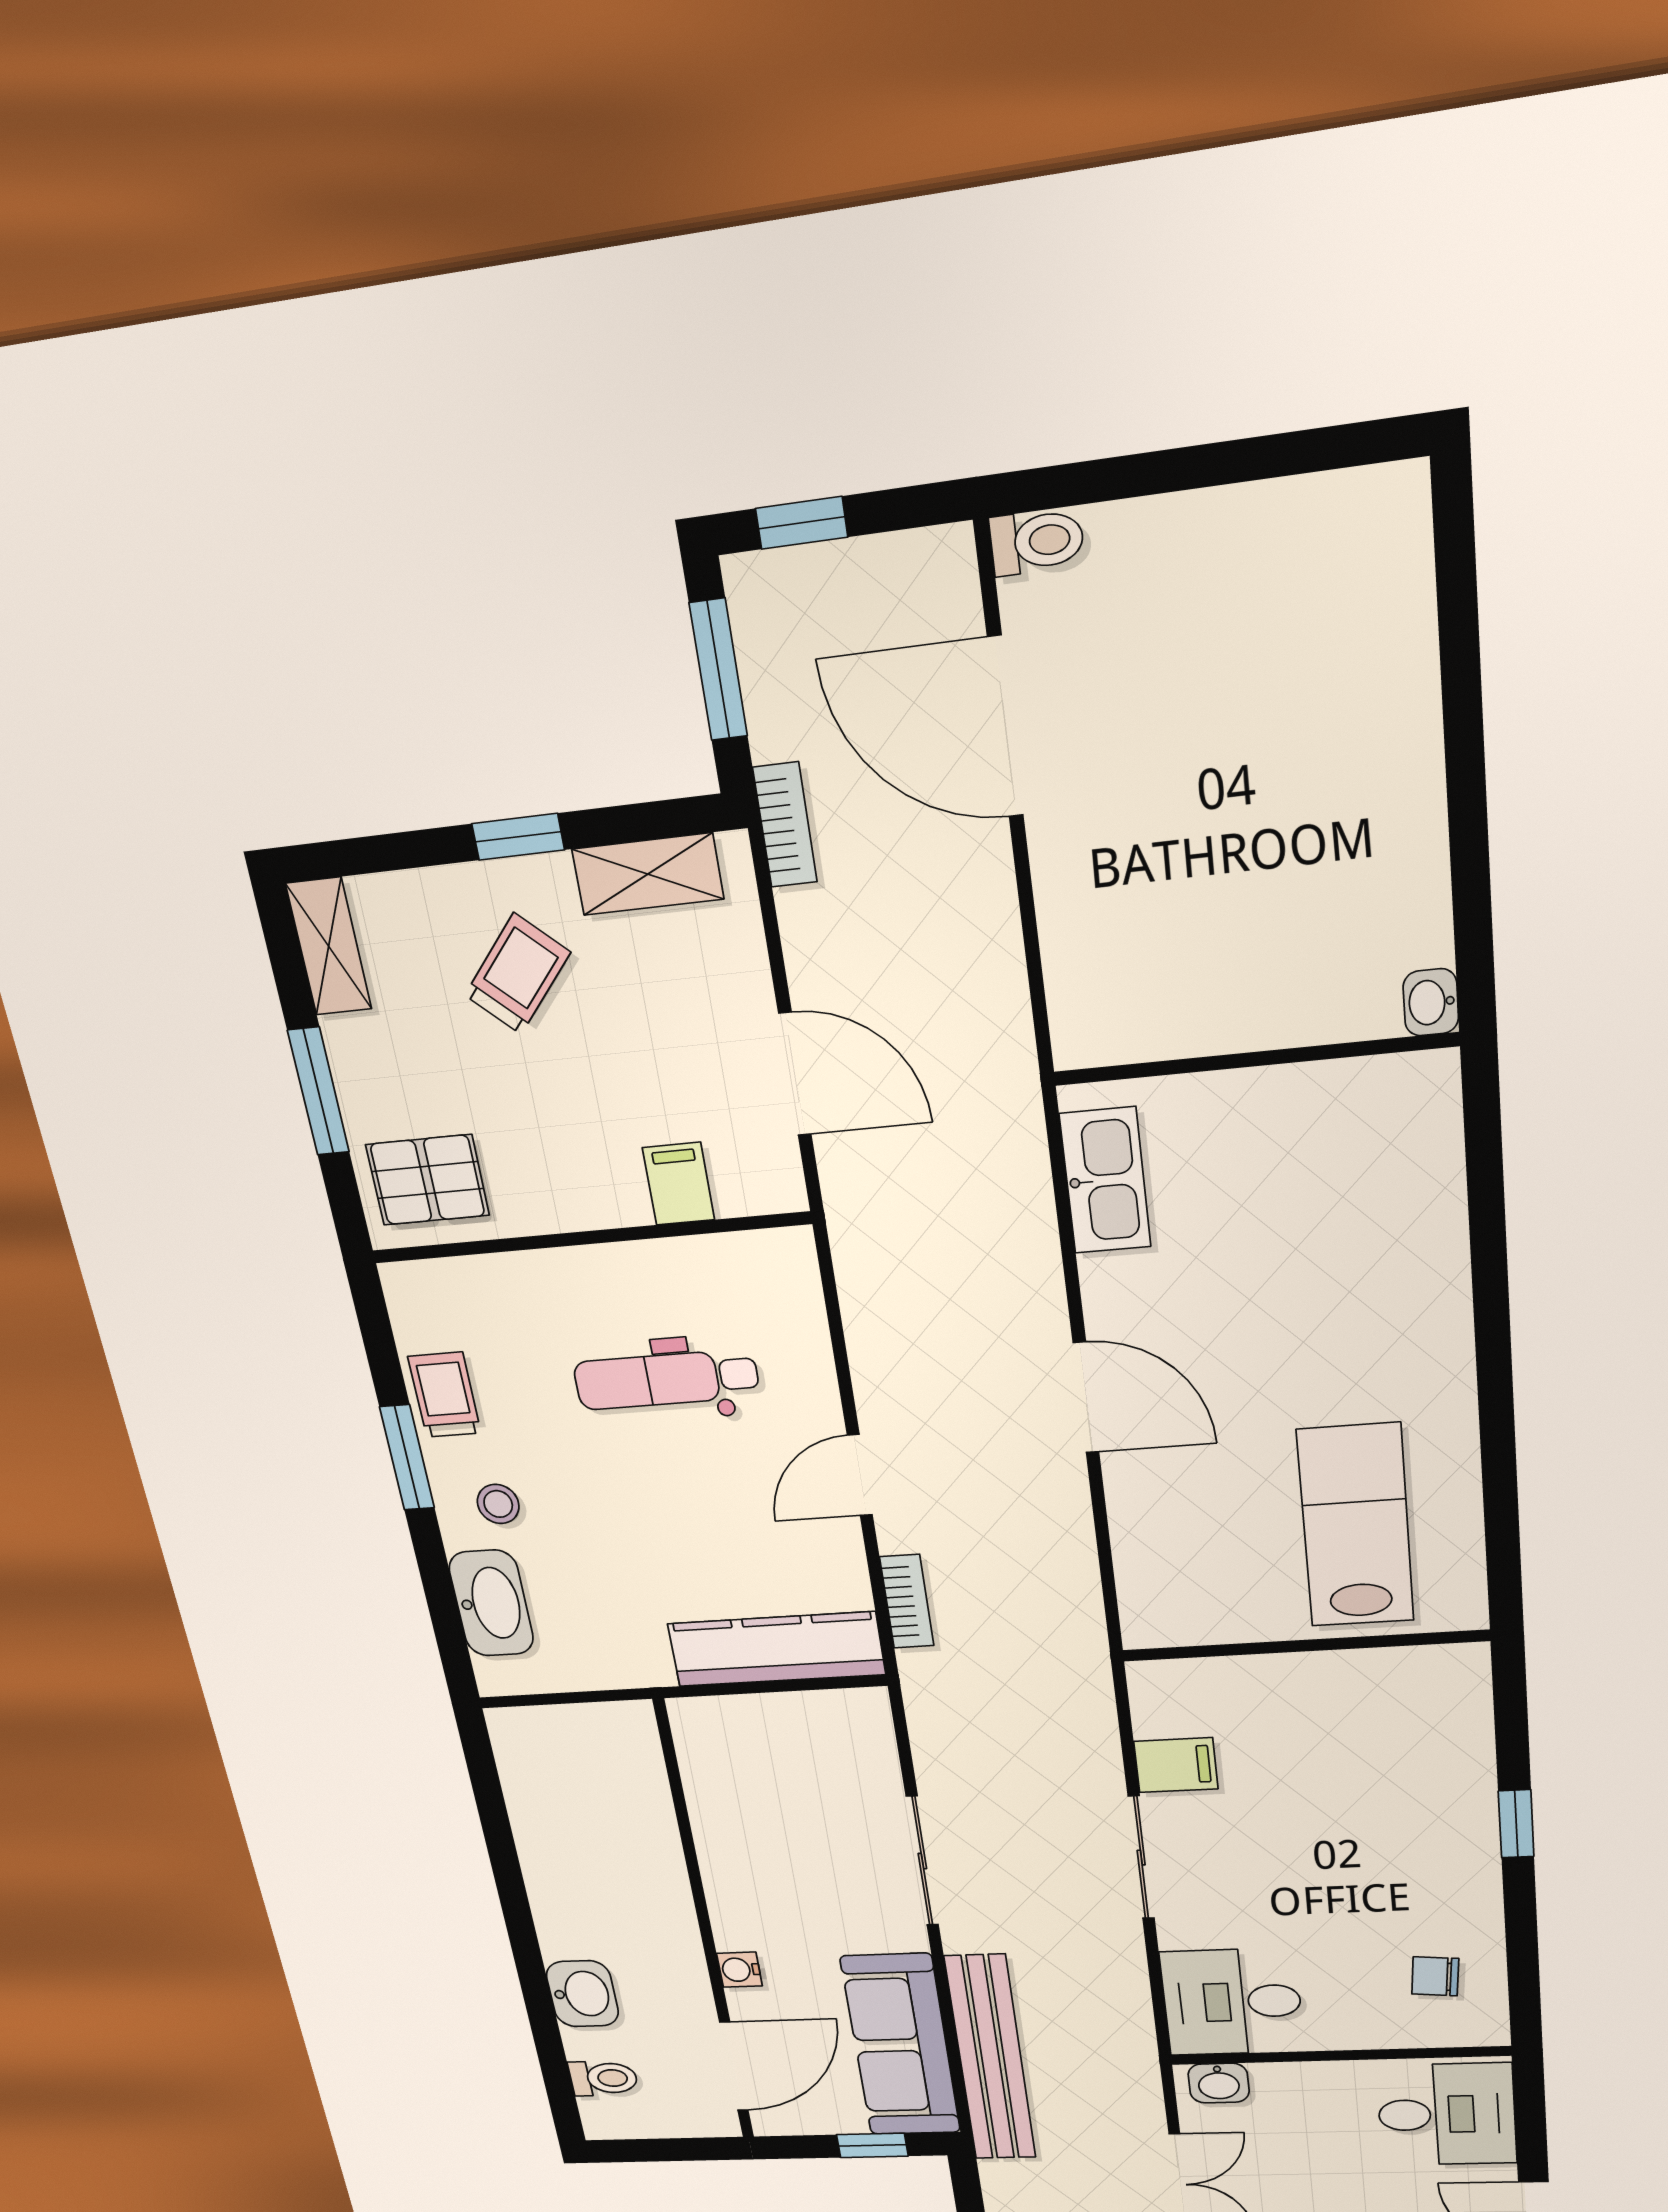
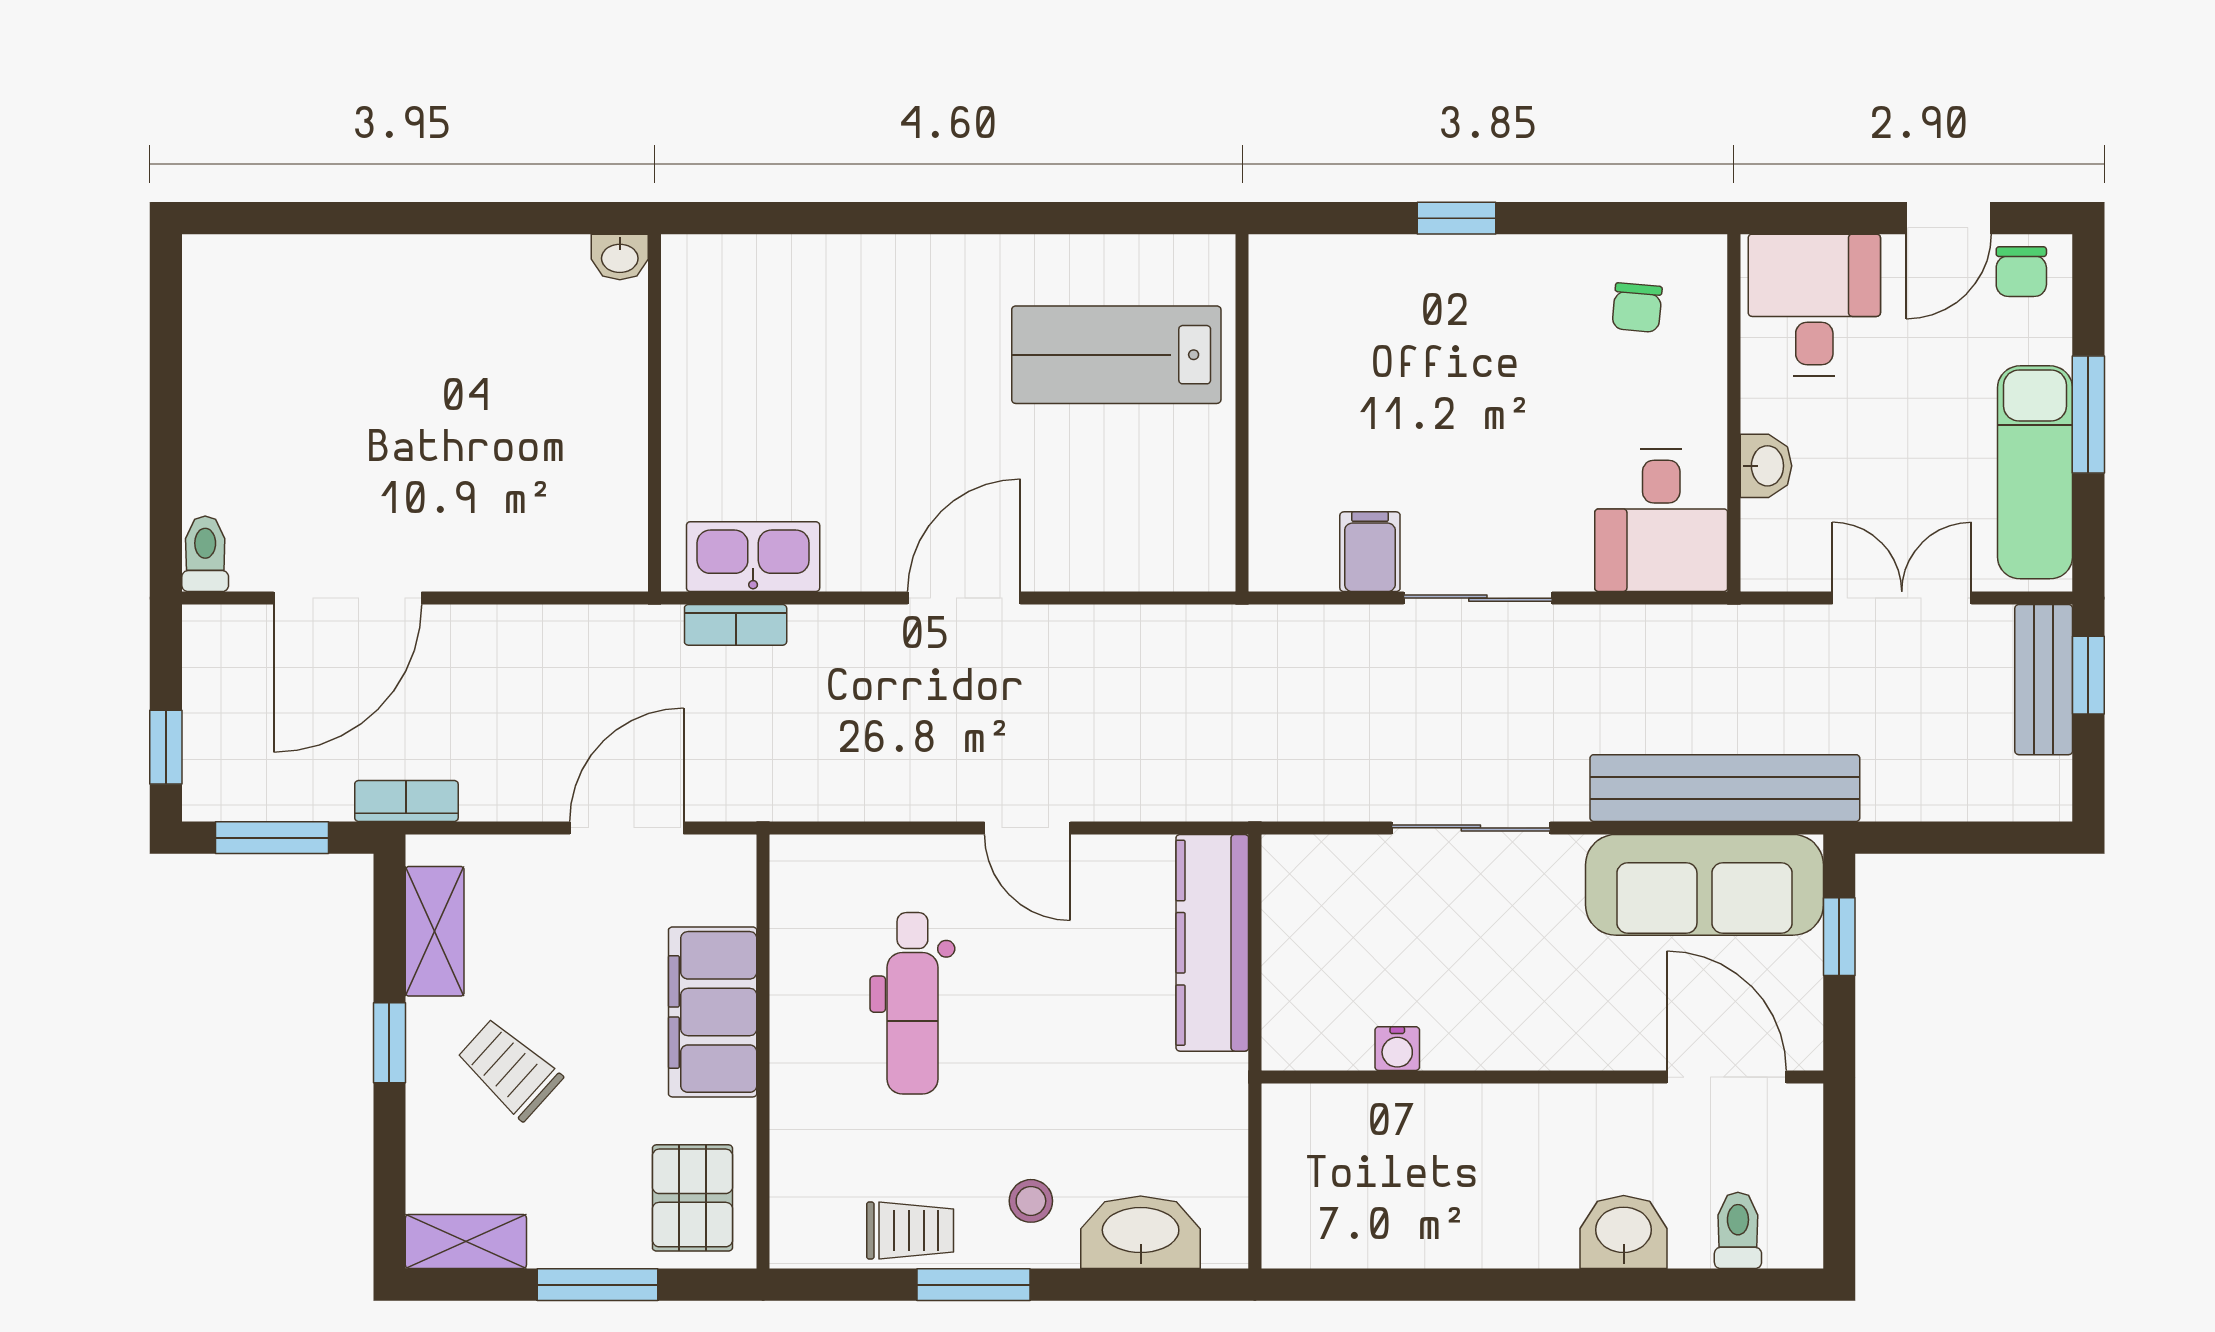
filing cabinet: (678, 1184) -> (713, 1012), width x3.00, depth x1.17
trolley: (444, 1395) -> (910, 1230), turned 180
bookcase: (907, 1601) -> (736, 625), moved, turned 180
water cooler: (739, 1970) -> (1397, 1049), moved
washbasin: (1219, 2083) -> (1766, 466), moved

